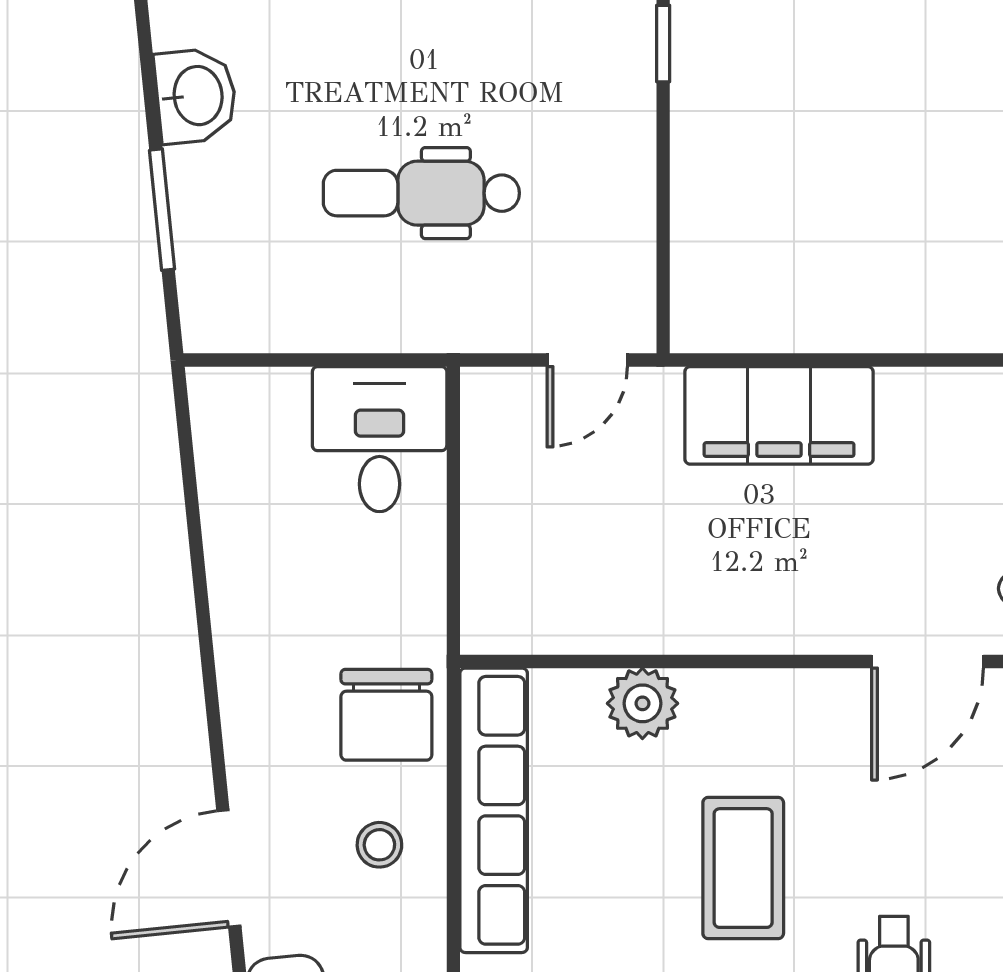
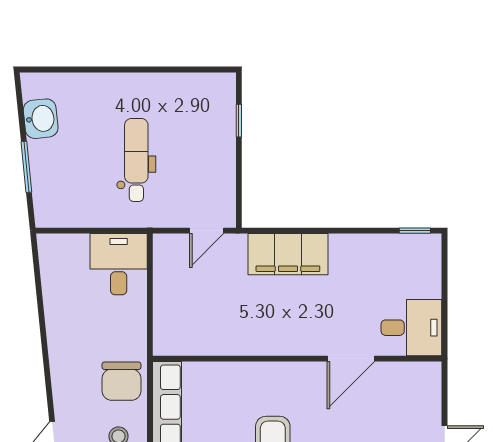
window: (663, 44) -> (239, 121), moved
dental chair: (421, 193) -> (136, 160), turned 90
plant: (642, 703) -> (230, 376), removed

